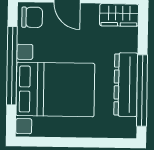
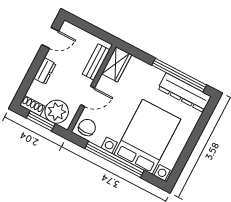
dresser: (126, 85) -> (185, 93), moved

